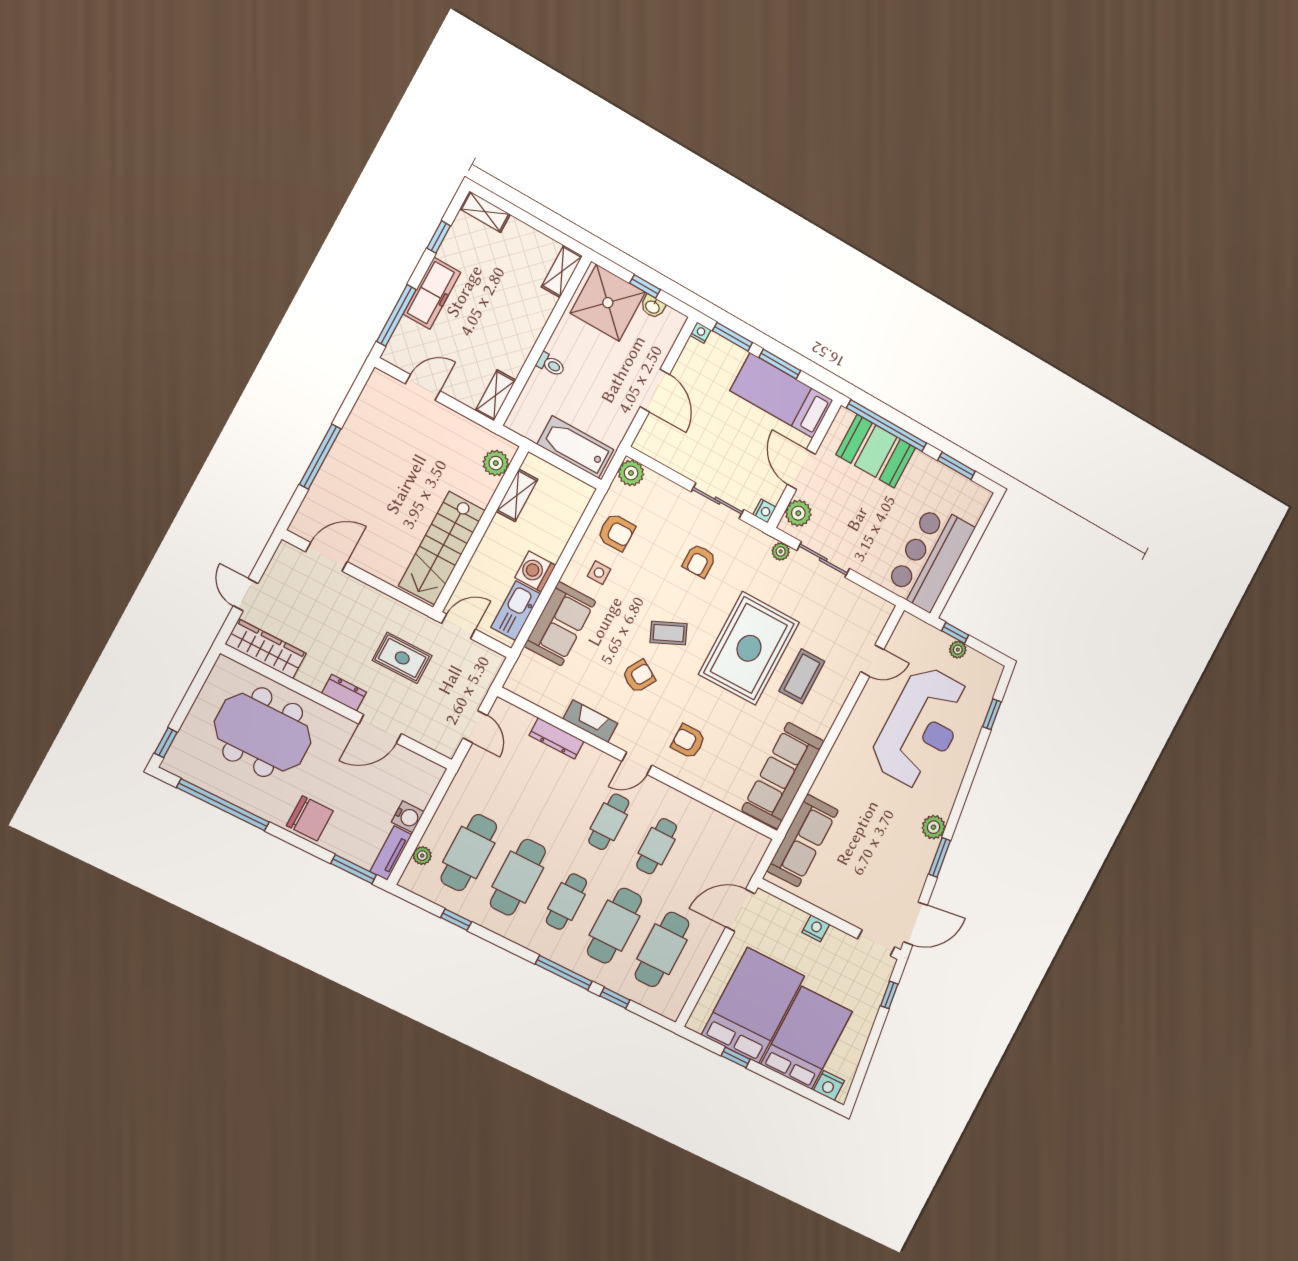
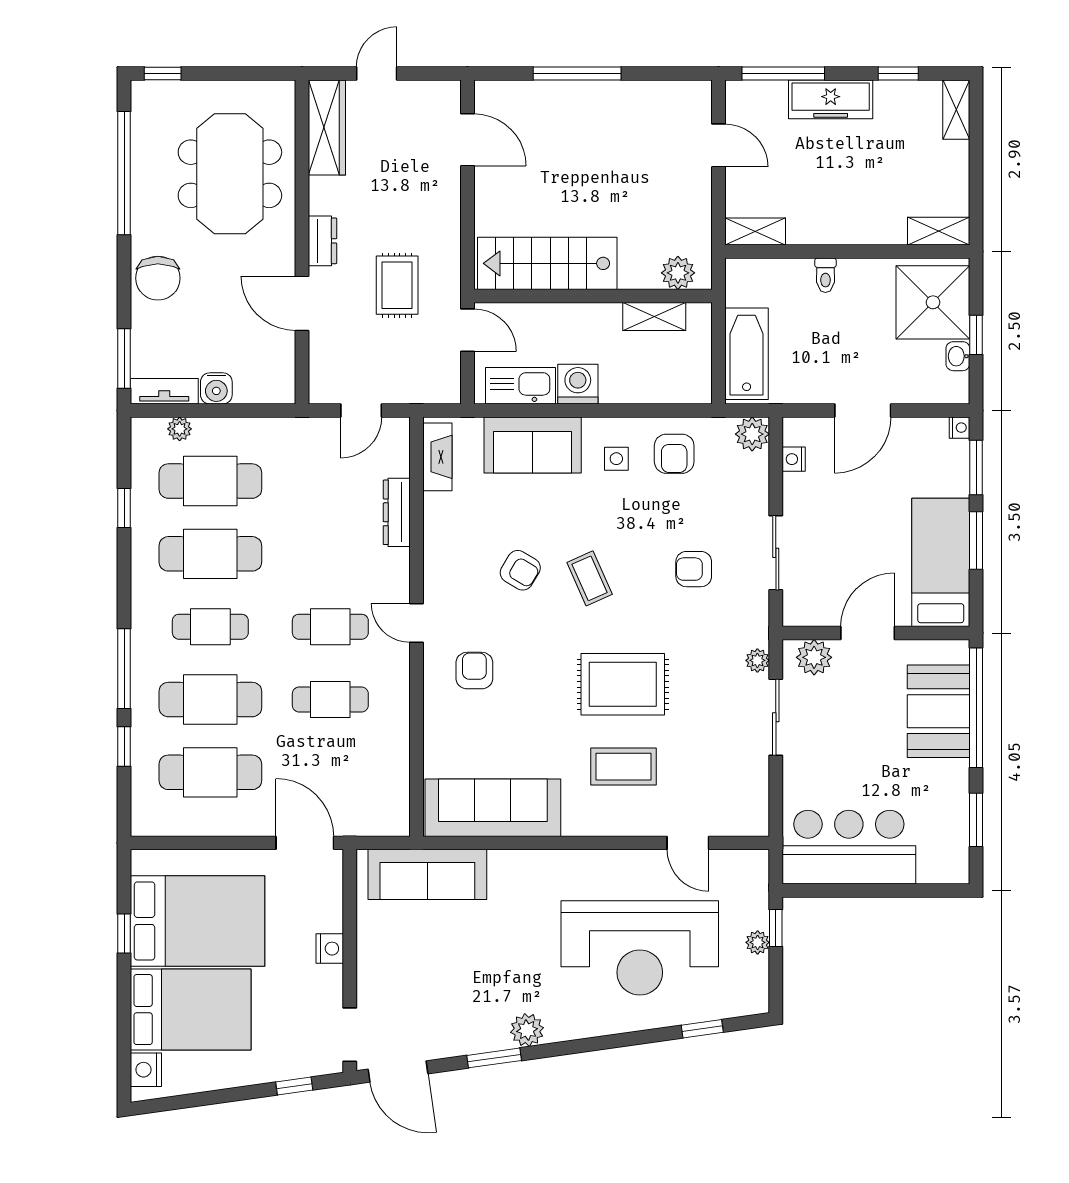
nightstand: (764, 511) -> (794, 459), moved, turned 90
rug: (749, 648) -> (623, 684), width x0.73, depth x0.69
fireplace: (590, 721) -> (437, 457), moved

